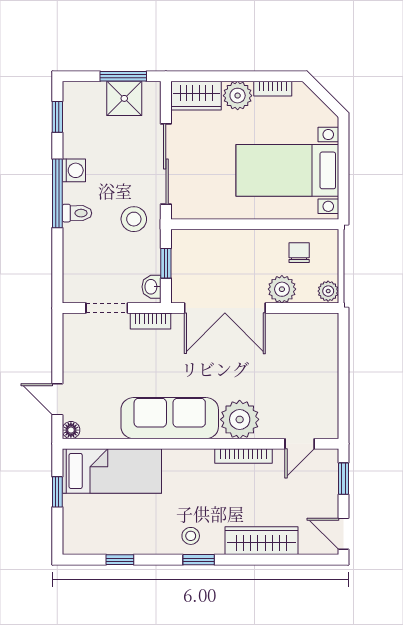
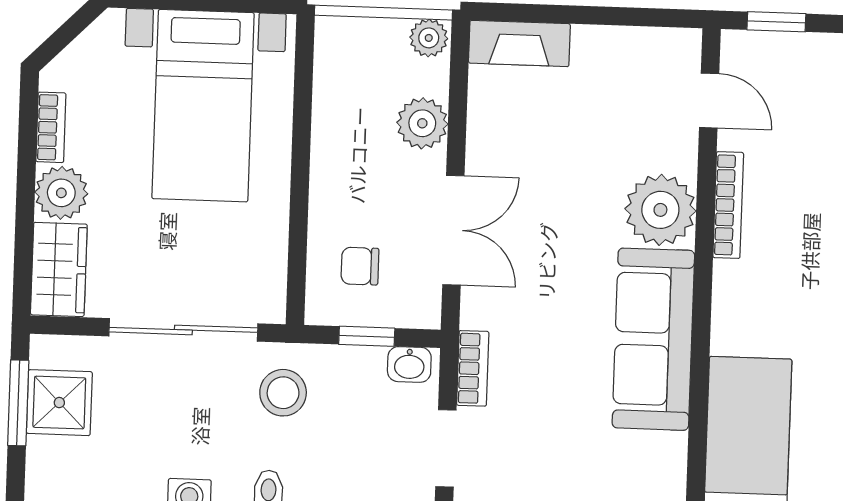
chair: (299, 253) -> (360, 266), moved
double door: (225, 308) -> (453, 230), width x0.73
fireplace: (327, 340) -> (519, 43), added

